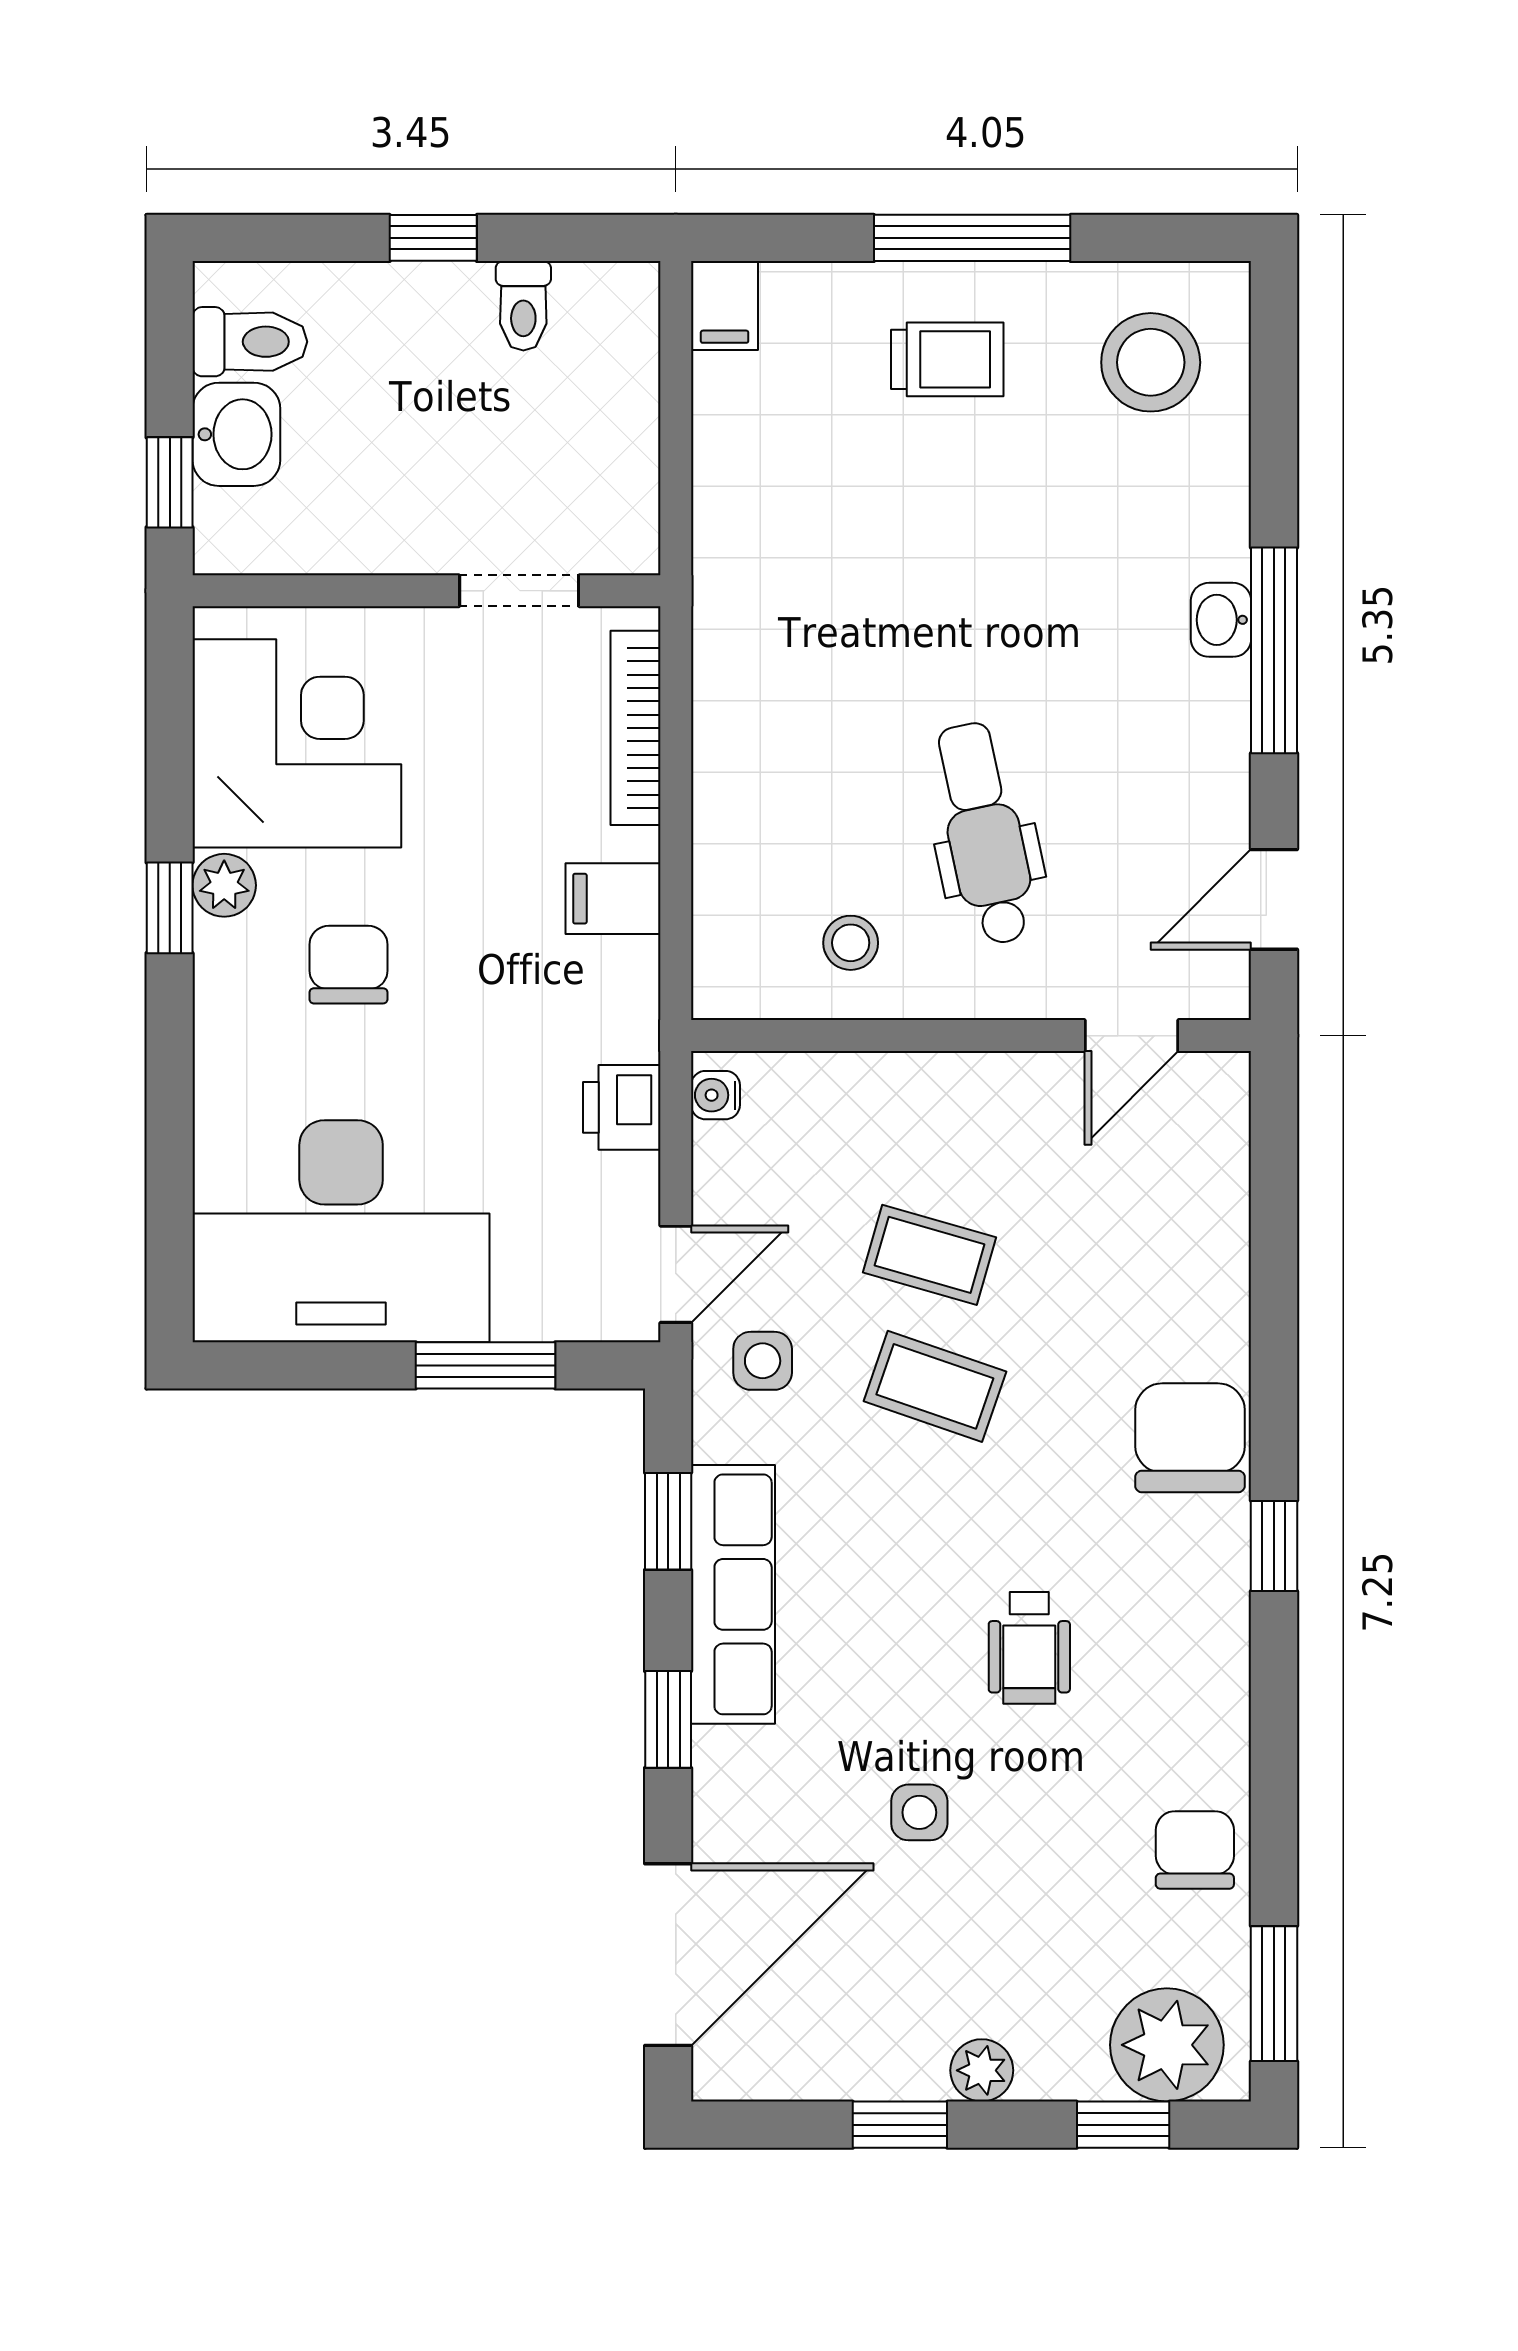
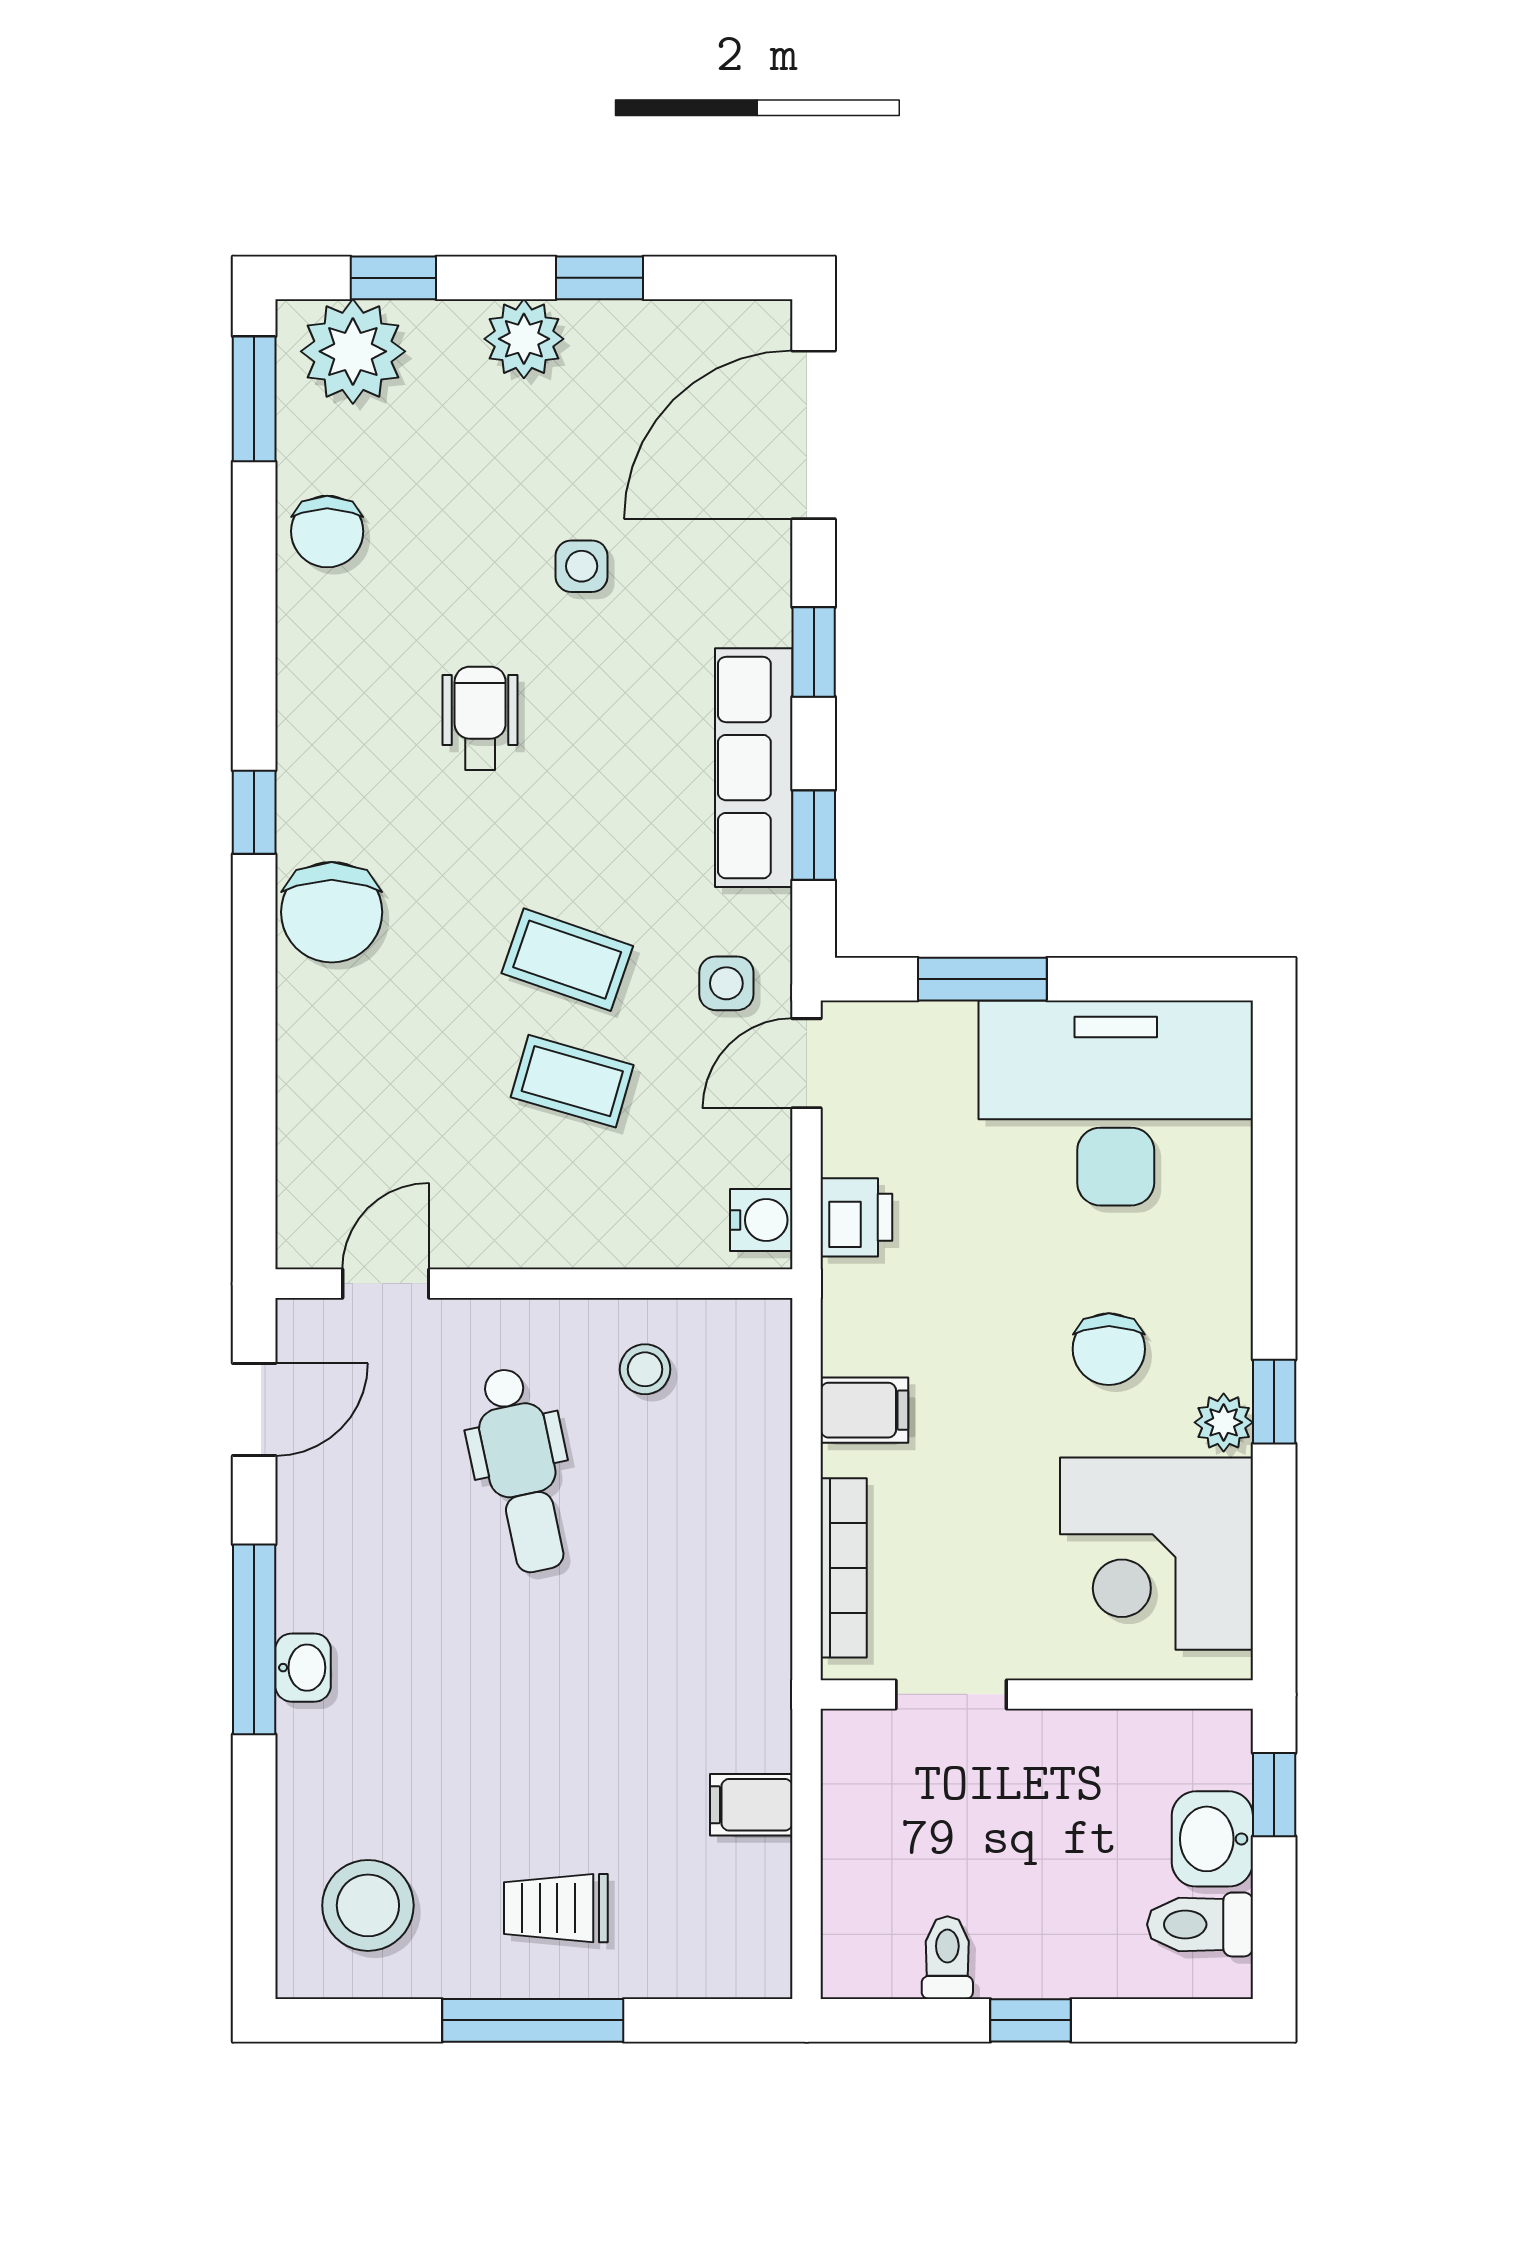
filing cabinet: (725, 306) -> (751, 1805), moved, turned -90
water cooler: (715, 1095) -> (761, 1220), width x1.38, depth x1.38
plant: (982, 2070) -> (524, 339), width x1.38, depth x1.38

